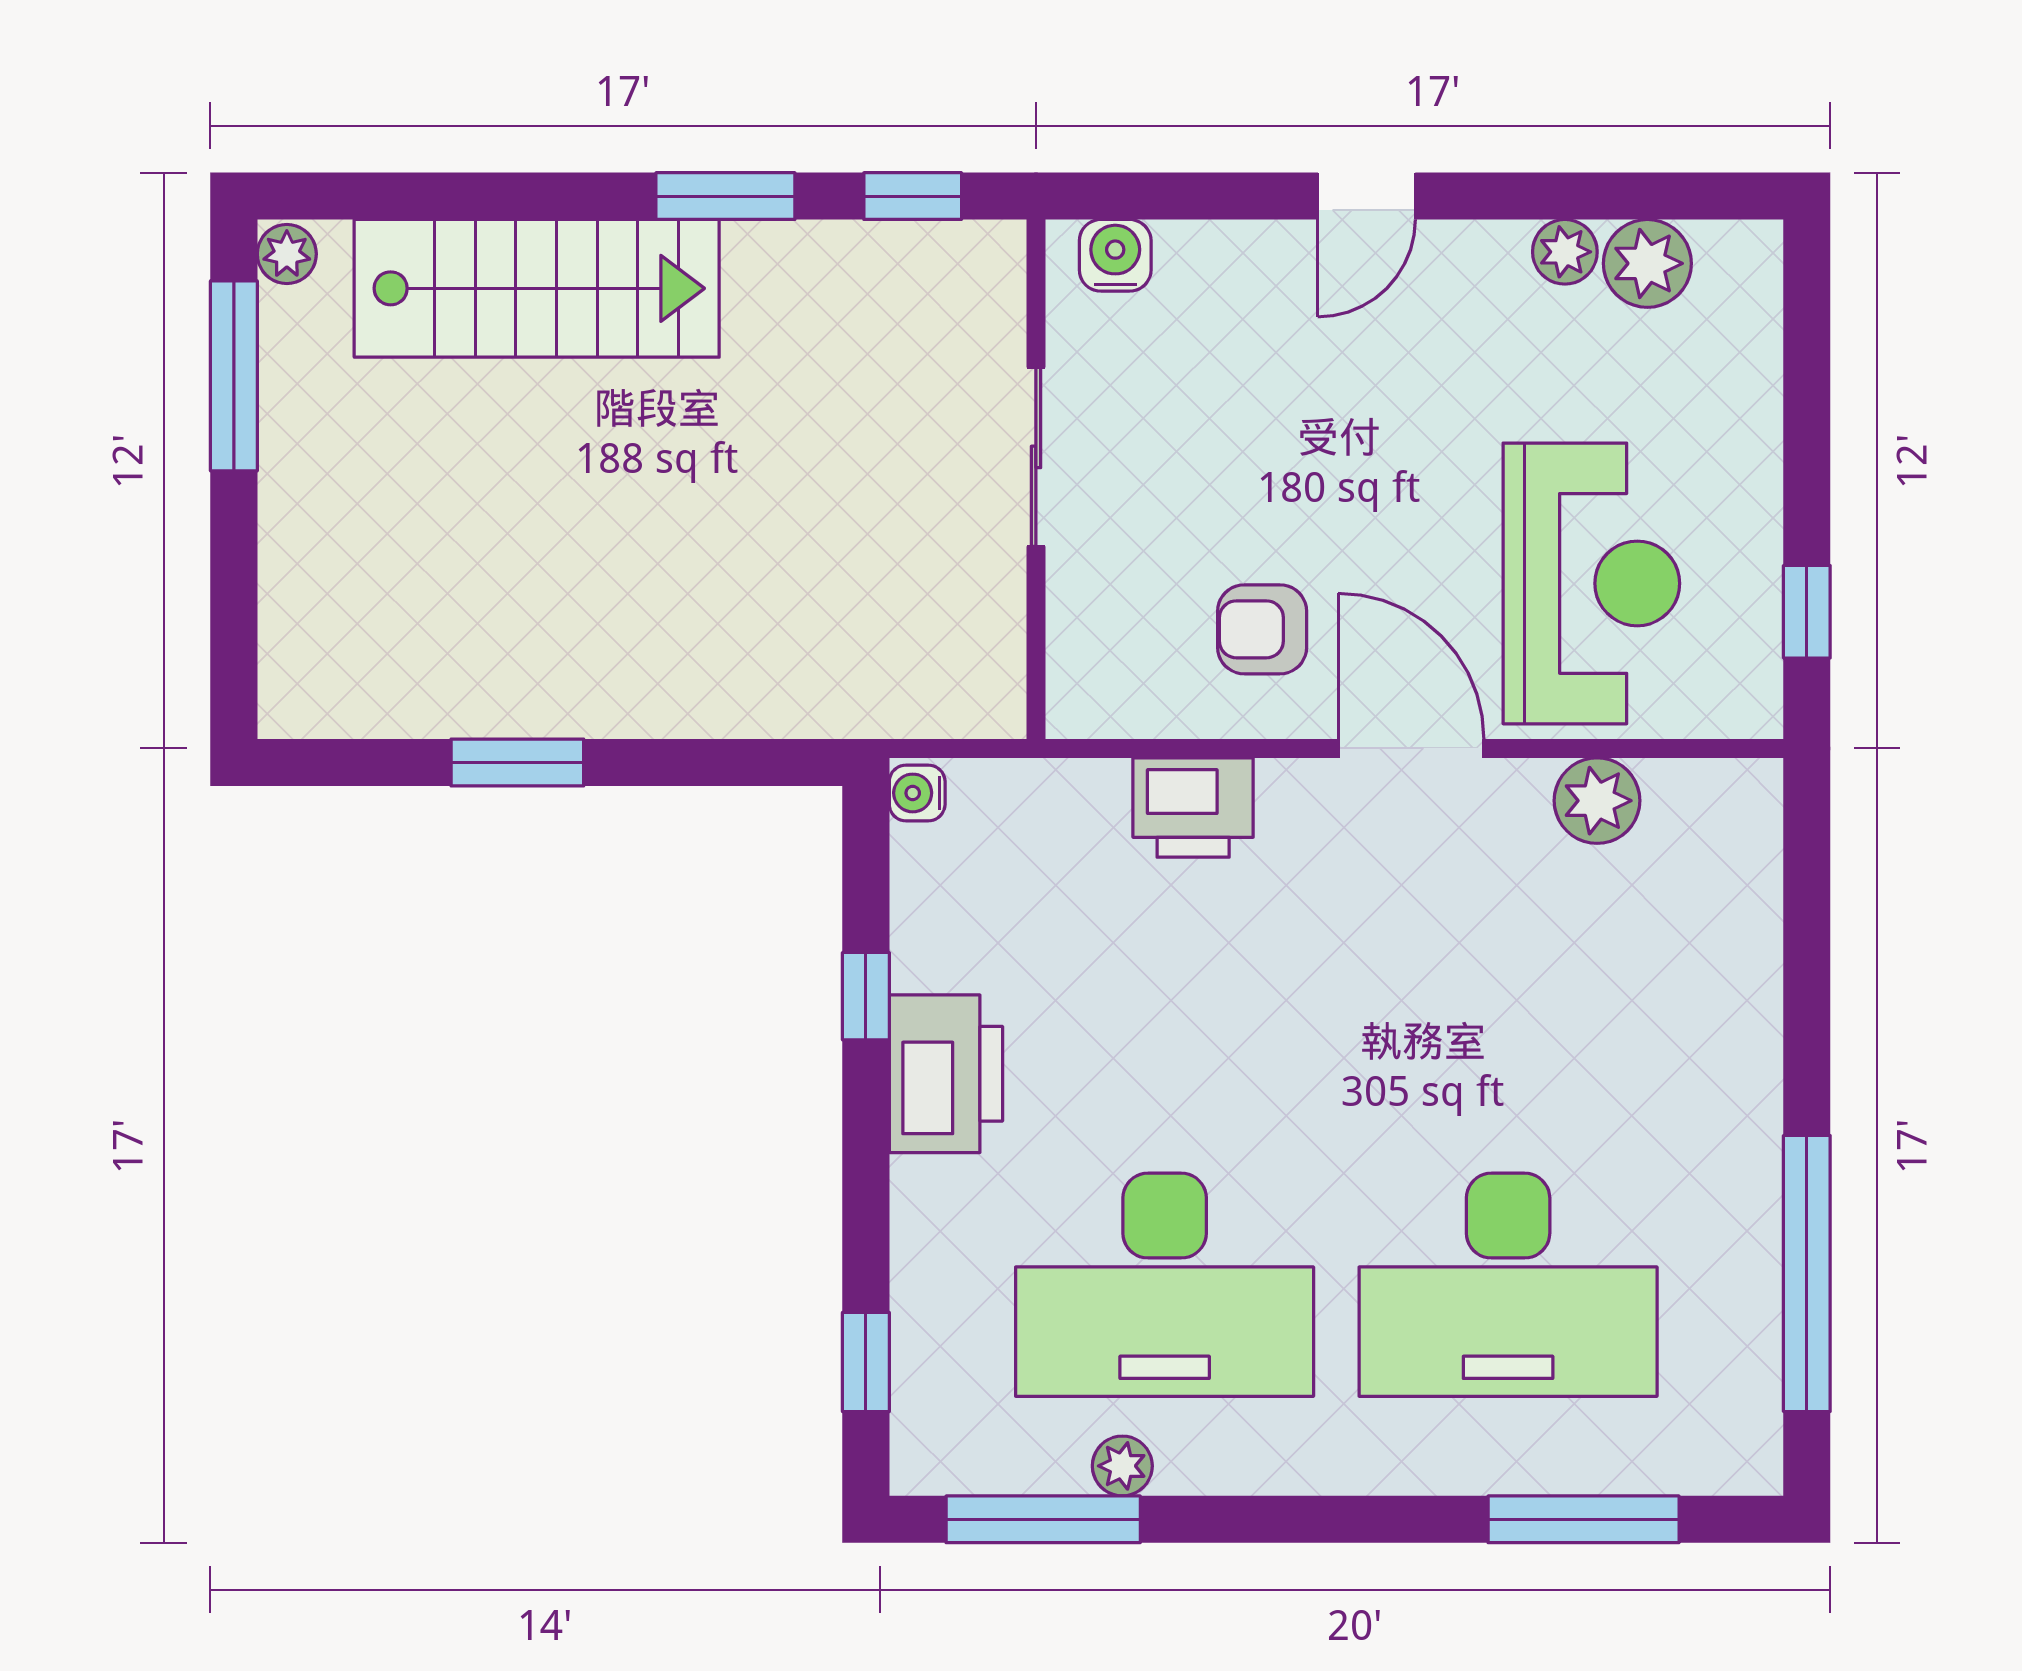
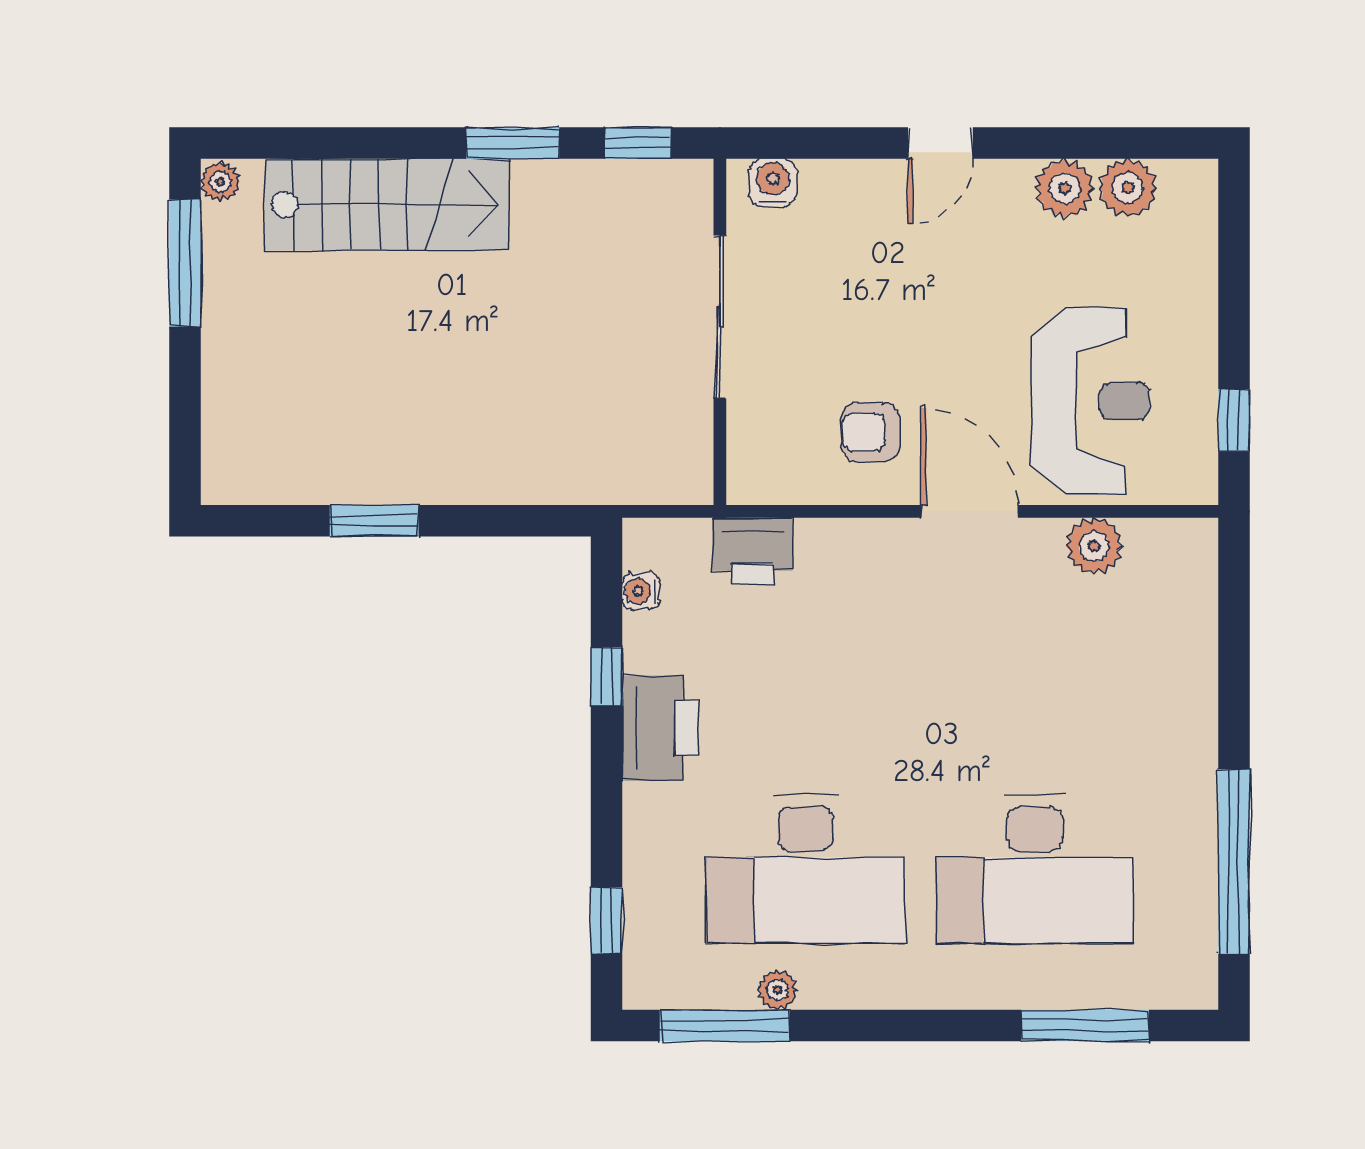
plant: (1565, 252) -> (1065, 188), width x1.38, depth x1.38
sliding door: (1036, 457) -> (720, 317), width x1.37
water cooler: (917, 793) -> (641, 591), moved
printer: (1193, 808) -> (752, 551), moved

